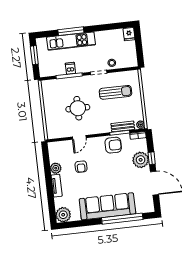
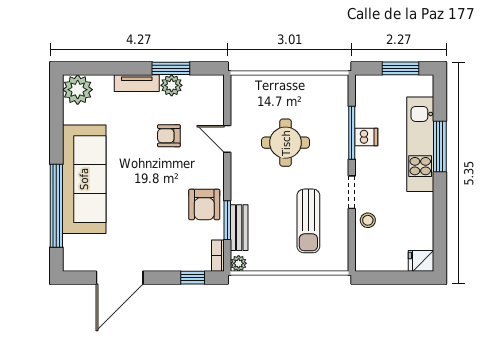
window: (152, 158) -> (193, 278), moved
plant: (141, 160) -> (169, 255), removed
window: (47, 169) -> (171, 68), added

